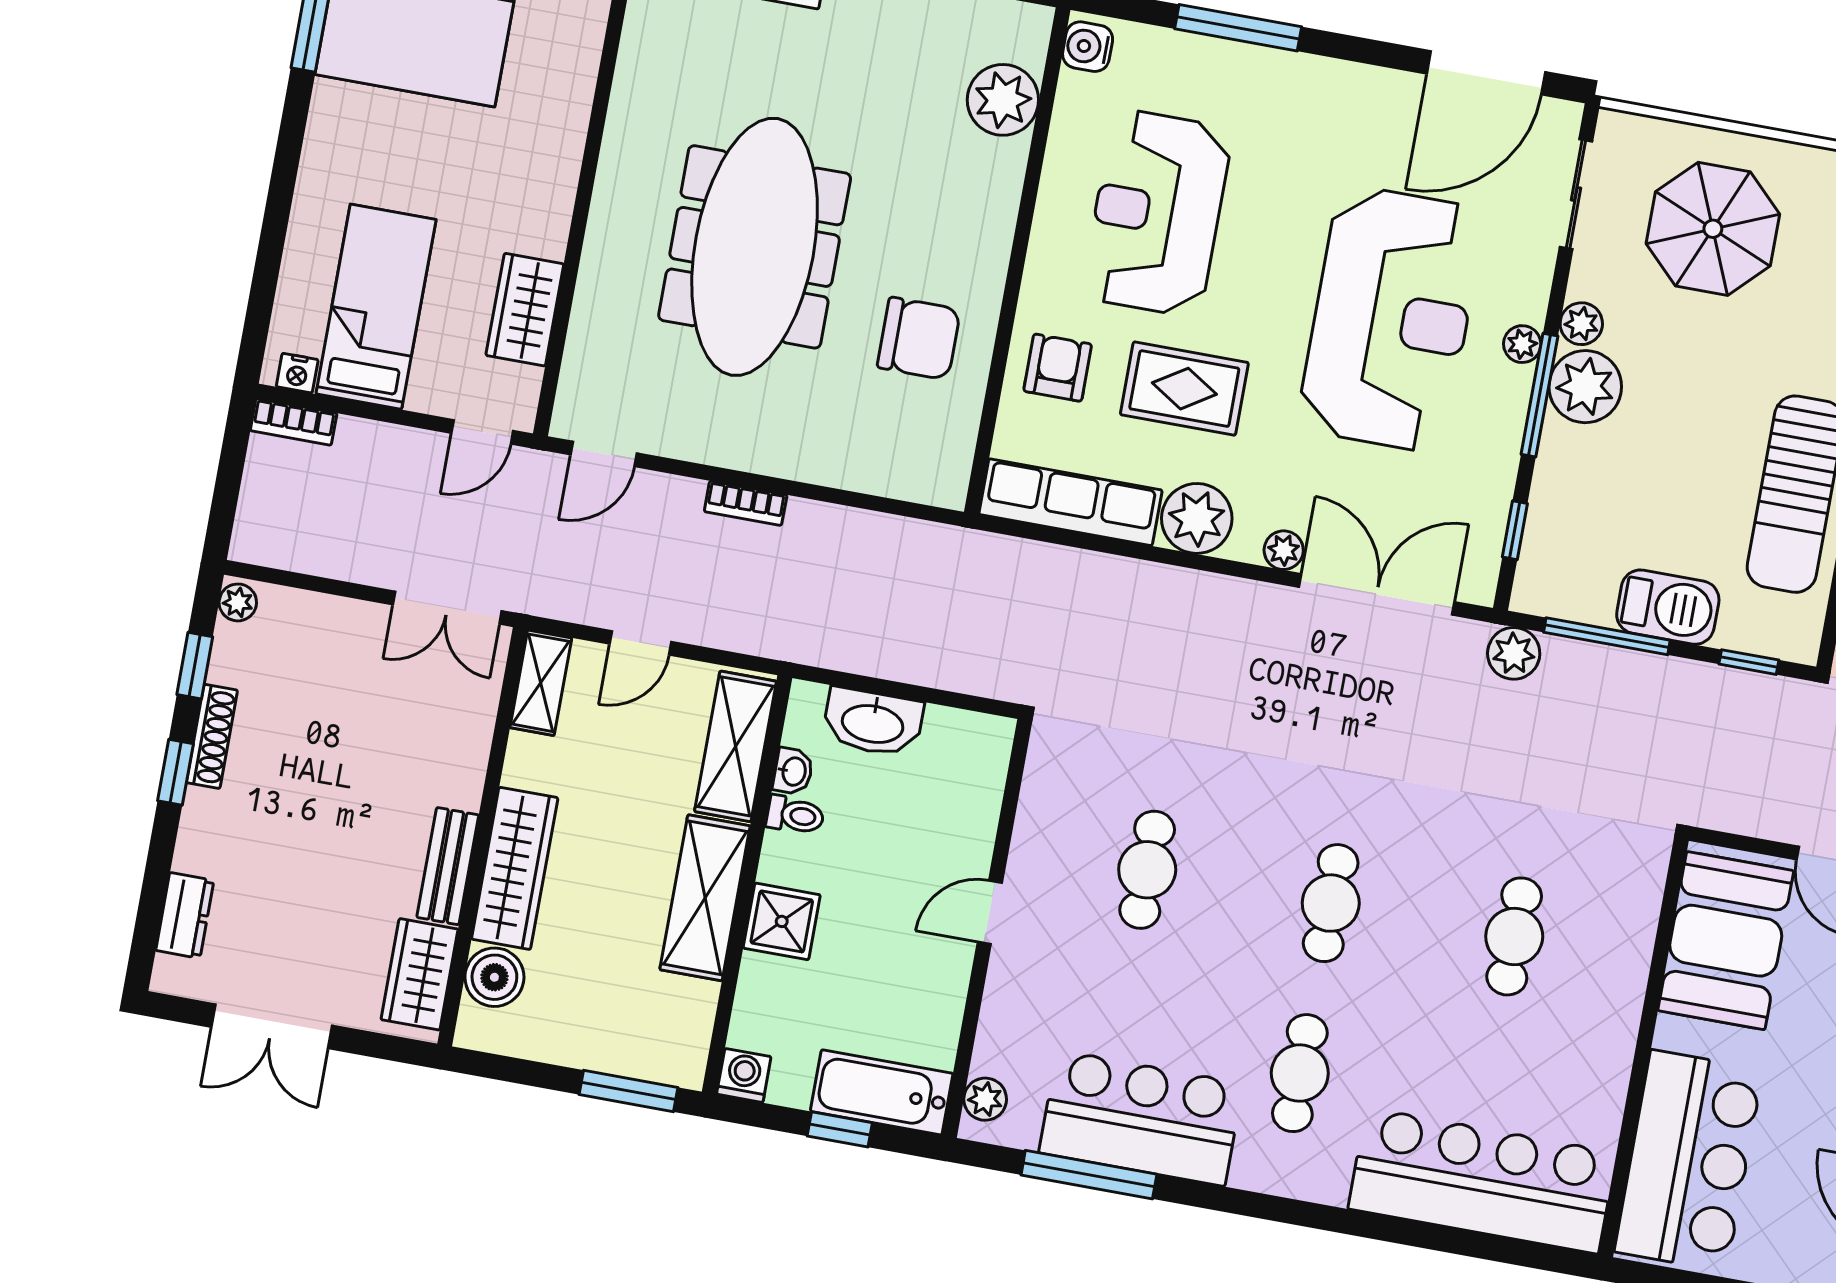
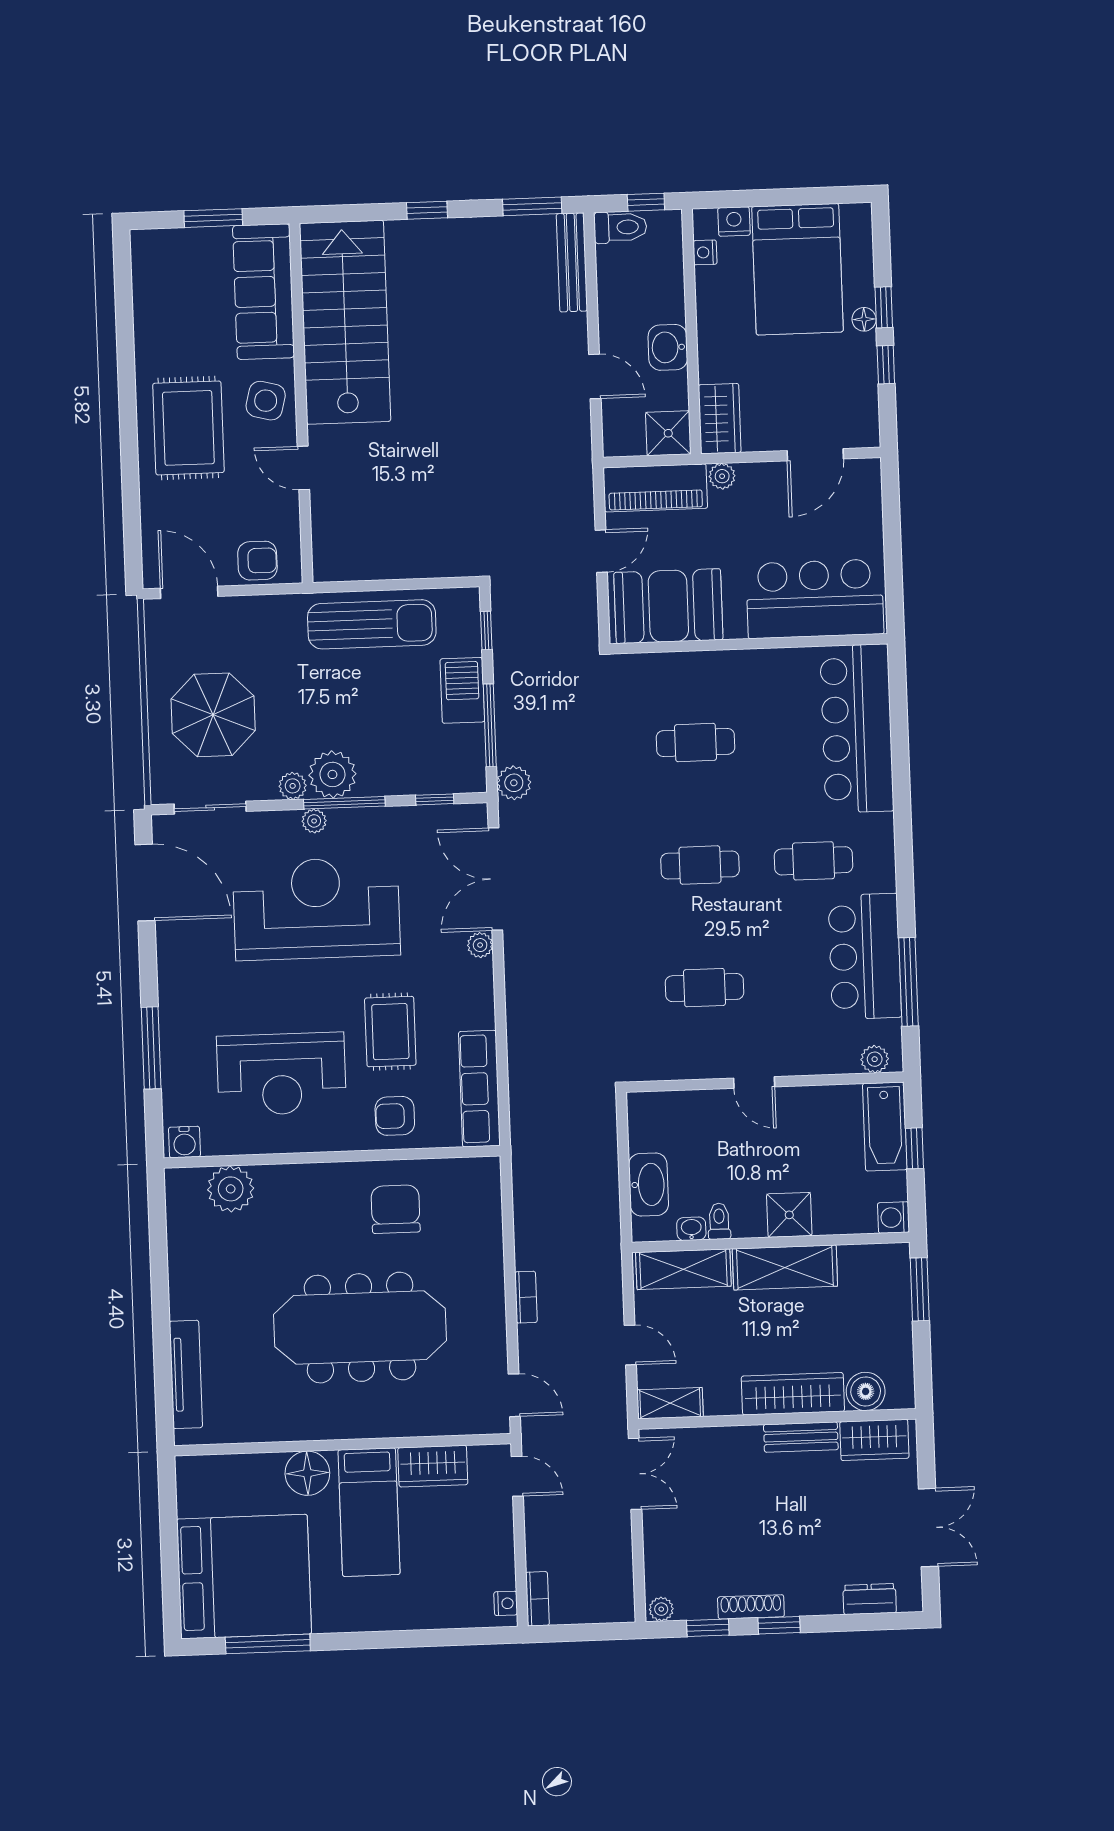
floor lamp: (555, 121) -> (307, 1473), added
bed: (376, 307) -> (369, 1512), moved, turned -90
plant: (1197, 518) -> (472, 1005), removed

